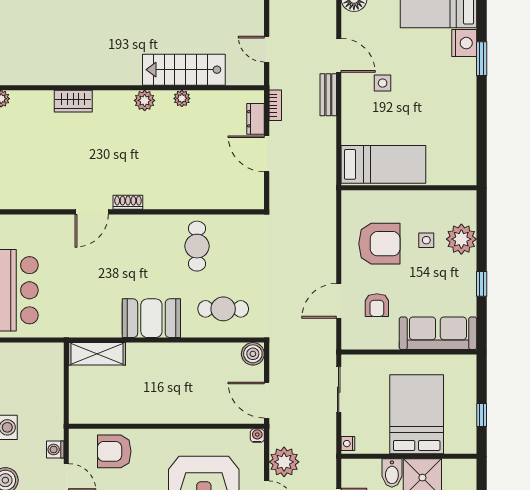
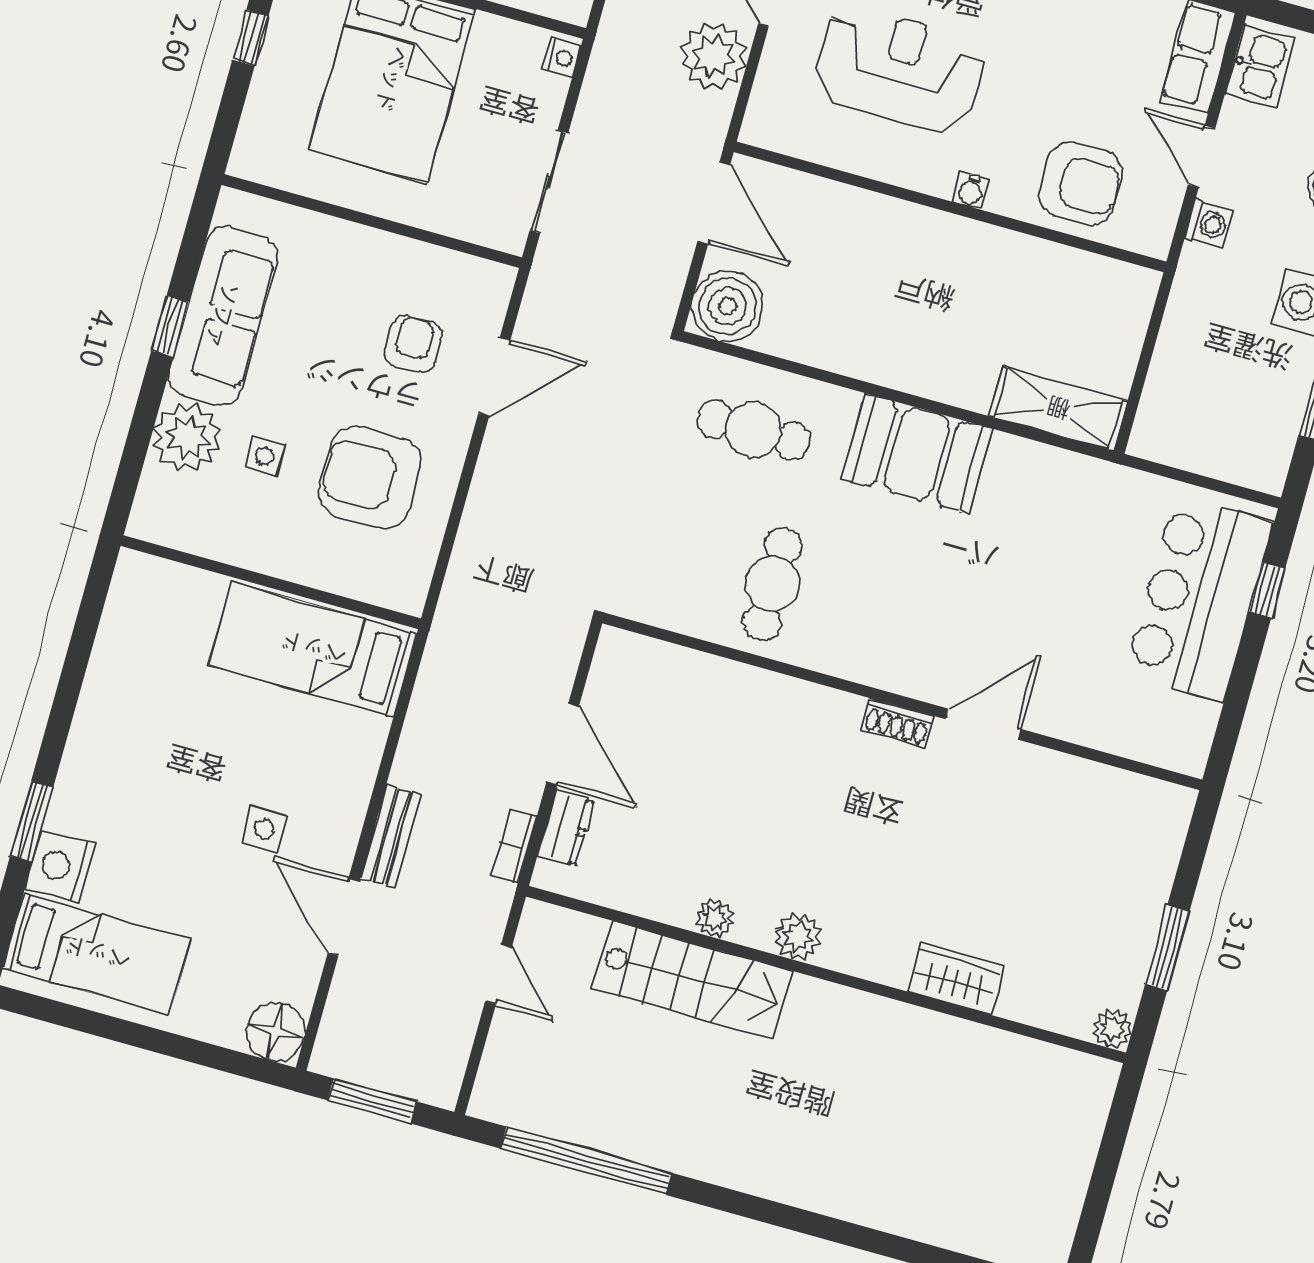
sofa: (438, 333) -> (224, 316), moved, turned -90
boiler: (253, 354) -> (727, 306), width x1.37, depth x1.37
water cooler: (257, 436) -> (971, 191), moved

